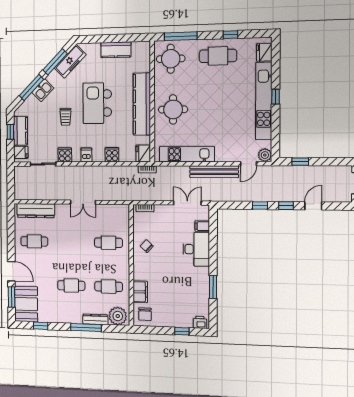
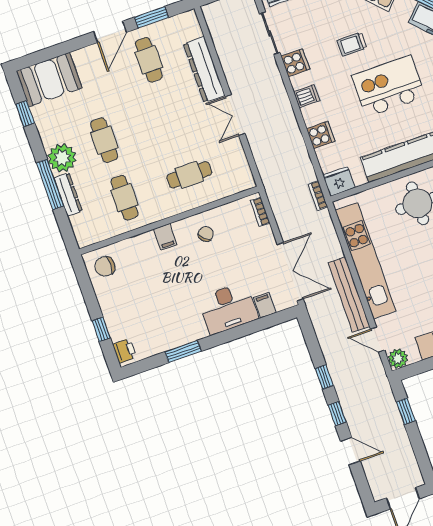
kitchen unit: (187, 154) -> (365, 261), width x1.36
double door: (187, 203) -> (290, 272), width x1.37
dresser: (36, 211) -> (204, 70), moved
cafe table: (108, 243) -> (189, 175), turned 90
door: (11, 271) -> (110, 32), moved
filing cabinet: (140, 292) -> (165, 237), moved, width x0.50
window: (11, 297) -> (151, 17), moved
plant: (118, 316) -> (62, 158), moved

